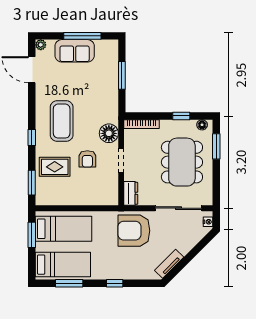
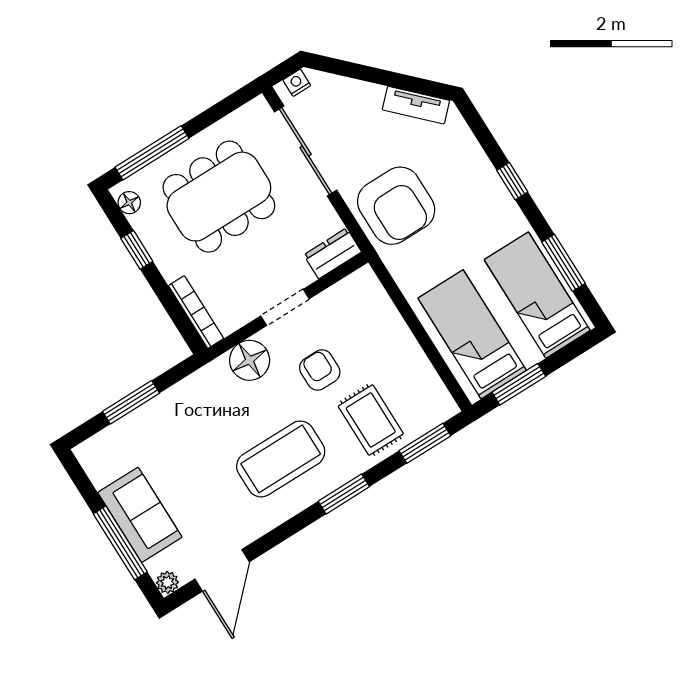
window: (82, 36) -> (120, 543), moved
window: (32, 138) -> (344, 494), width x1.50
window: (216, 146) -> (152, 153), width x1.44
armchair: (87, 159) -> (320, 370), turned -90

